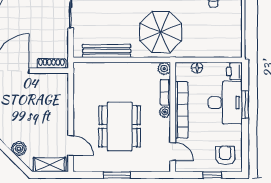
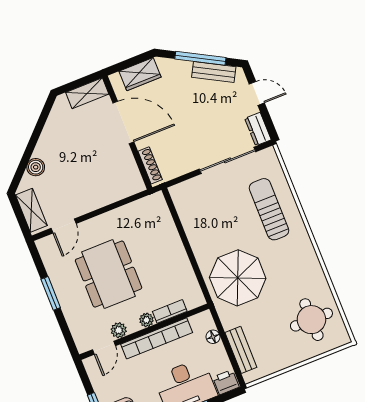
bench: (107, 51) -> (241, 350), moved, width x0.73
plant: (164, 69) -> (119, 330), moved
dining table: (120, 126) -> (109, 274), turned 90

